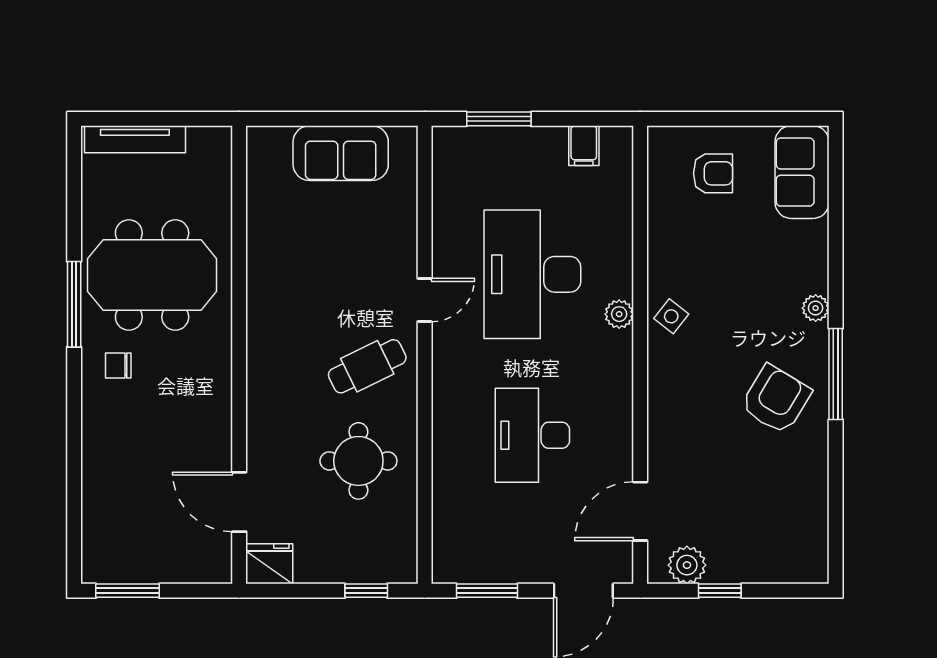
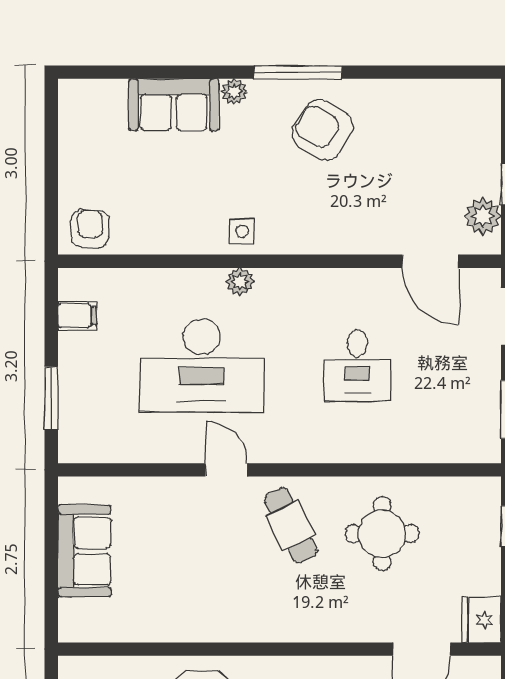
sofa: (802, 172) -> (174, 105), moved
armchair: (713, 173) -> (90, 229), moved
side table: (671, 316) -> (242, 231), turned -38
desk: (532, 435) -> (357, 366), width x0.73

